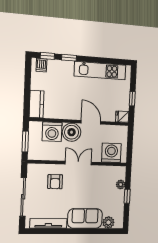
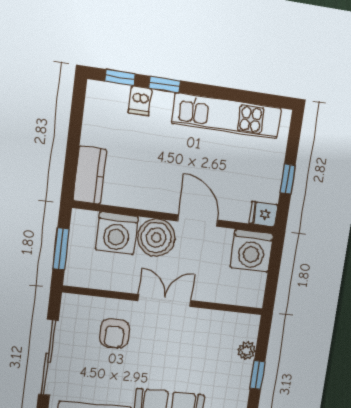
dishwasher: (41, 65) -> (140, 101), moved
washing machine: (111, 153) -> (252, 251), moved, turned 180

